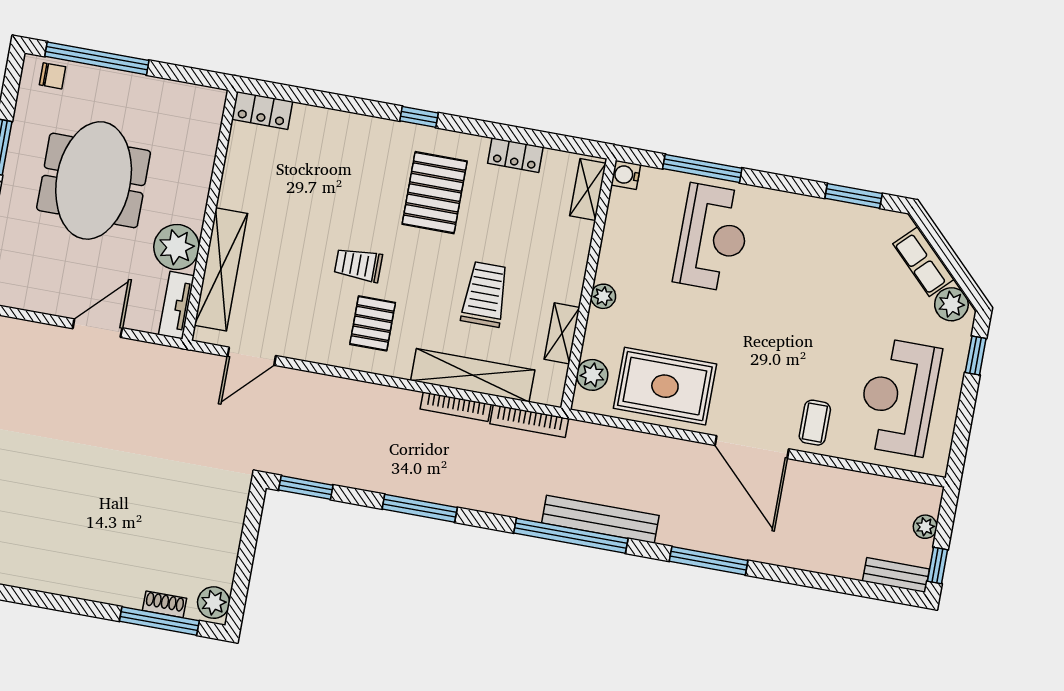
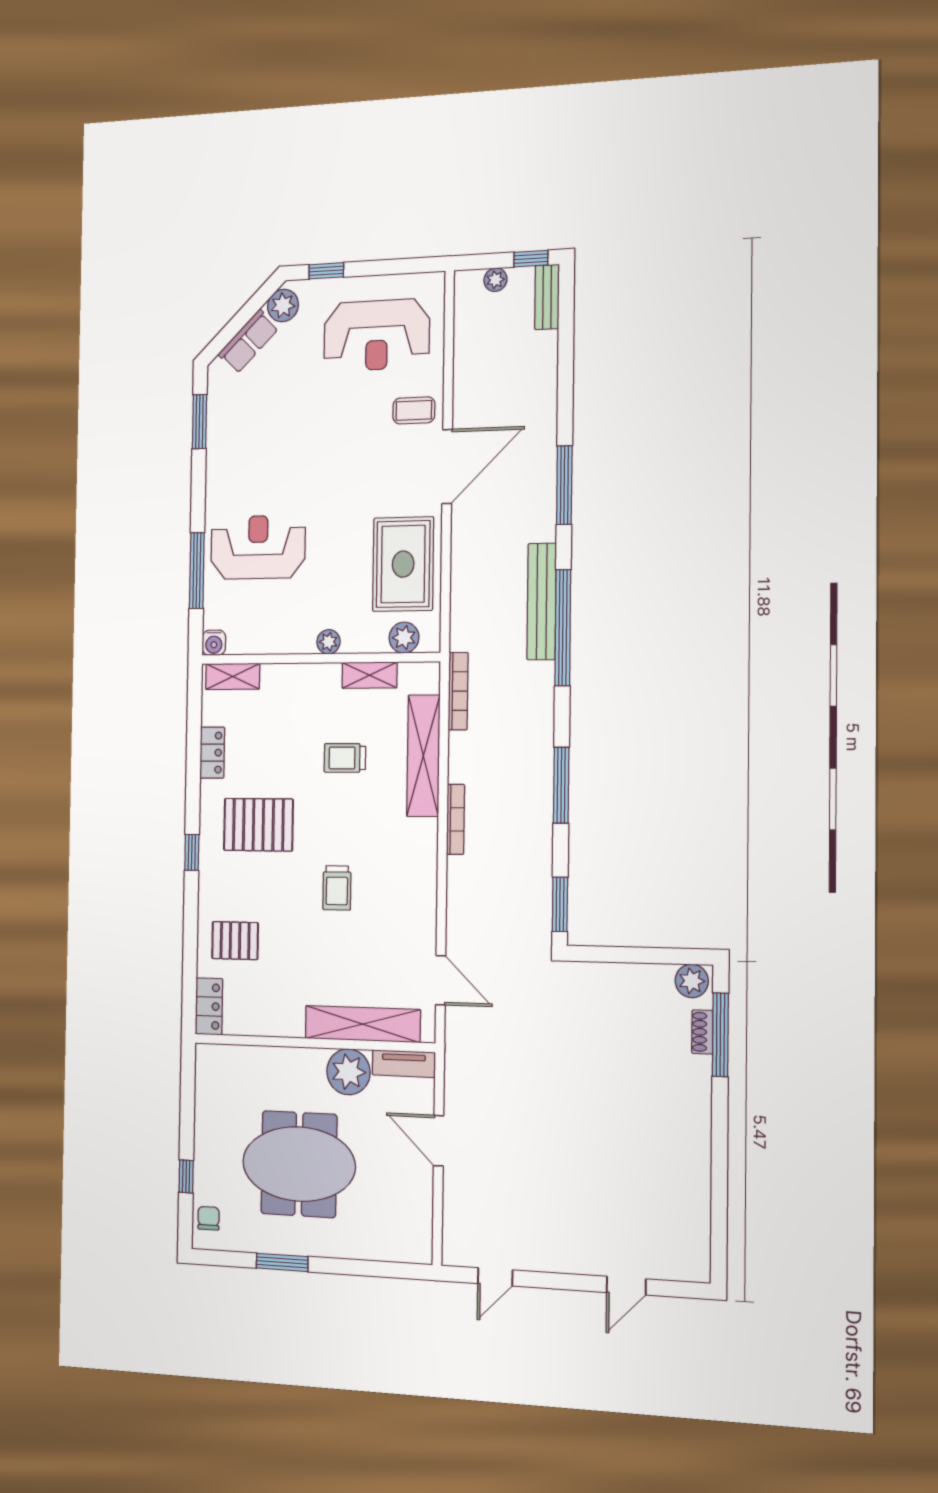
window: (97, 58) -> (186, 1176), width x0.32
trolley: (485, 294) -> (345, 758), width x0.73, depth x0.72
pallet: (373, 323) -> (235, 941), moved
bookcase: (456, 407) -> (456, 819), moved

